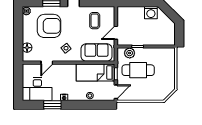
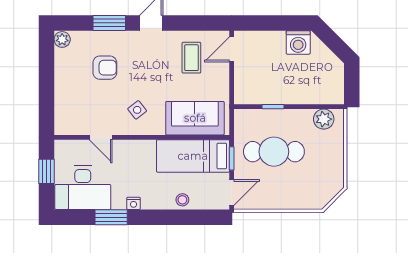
armchair: (49, 26) -> (105, 68), width x0.53, depth x0.53
door: (116, 33) -> (232, 49), moved
floor lamp: (27, 48) -> (63, 109), removed
plant: (130, 53) -> (324, 119), moved
door: (47, 63) -> (101, 137), hinge flipped
window: (18, 81) -> (47, 171), added

